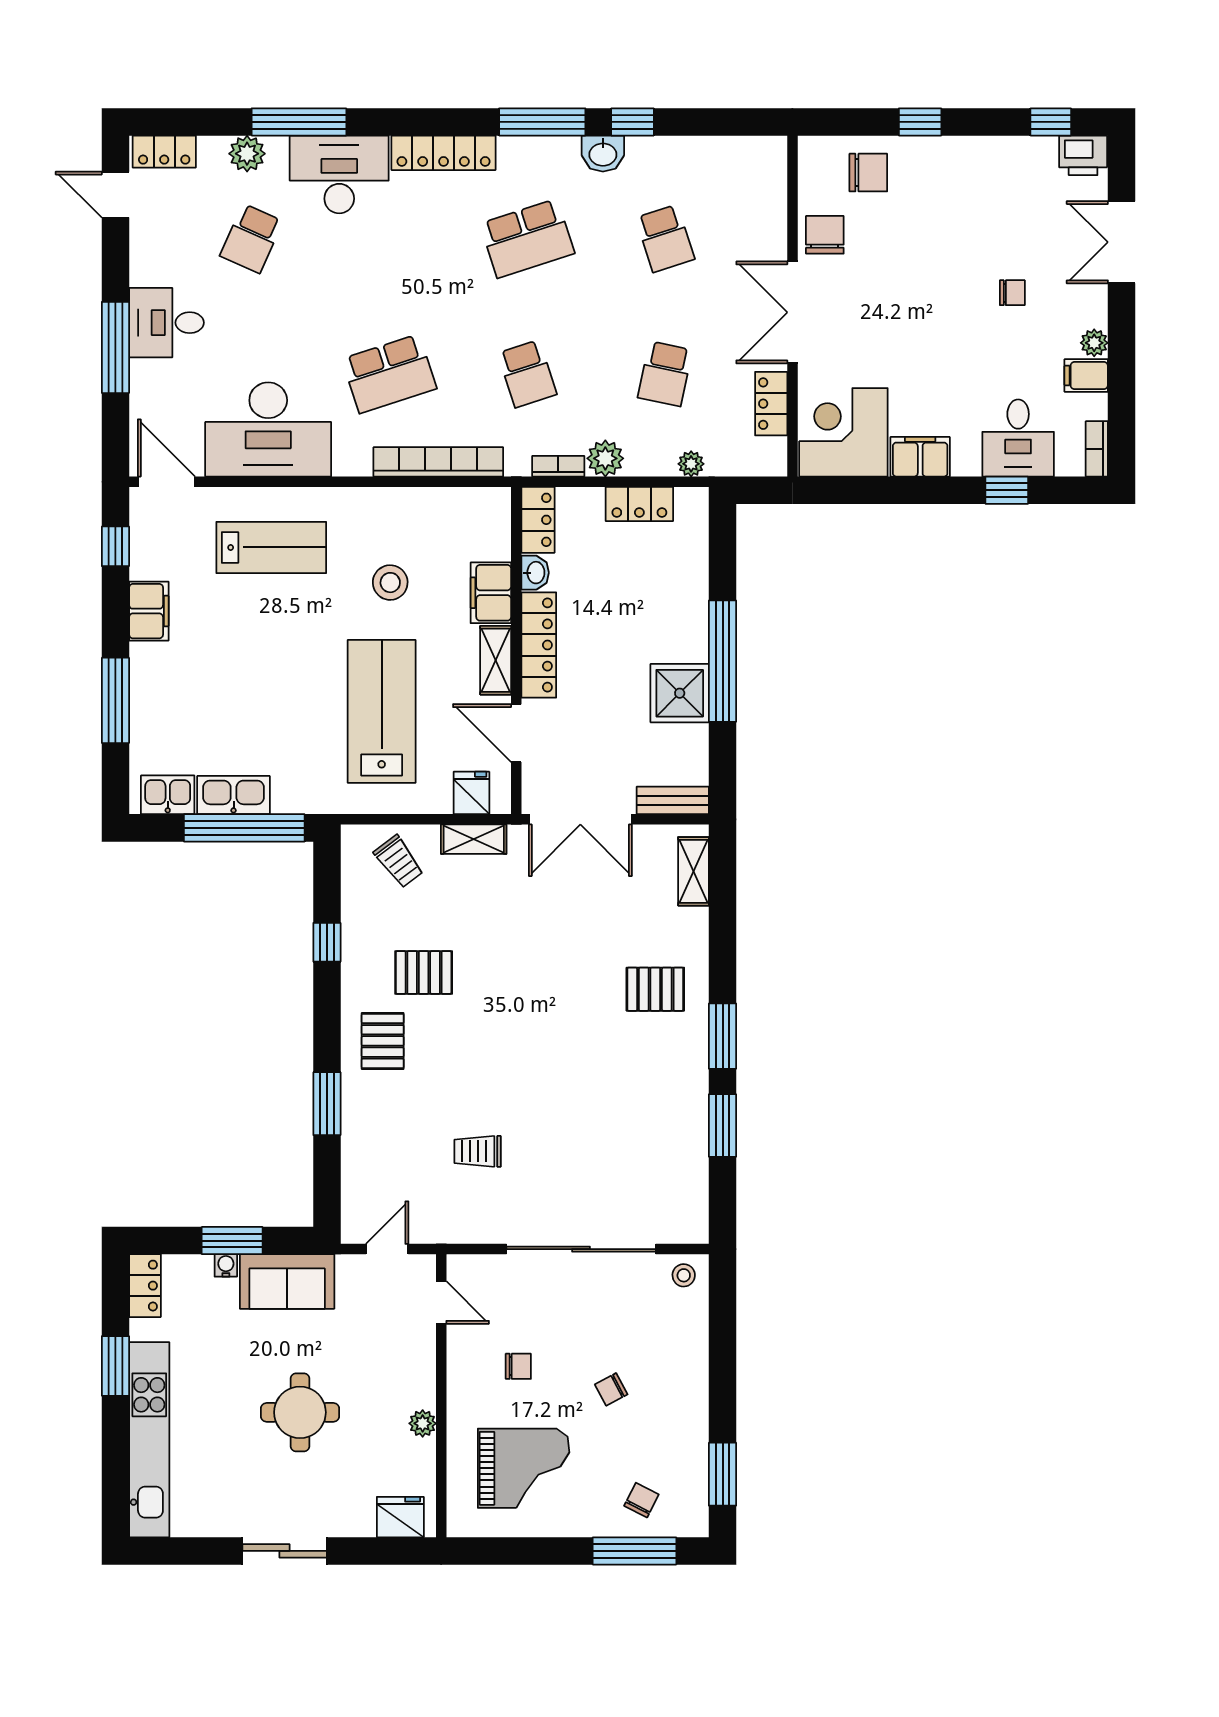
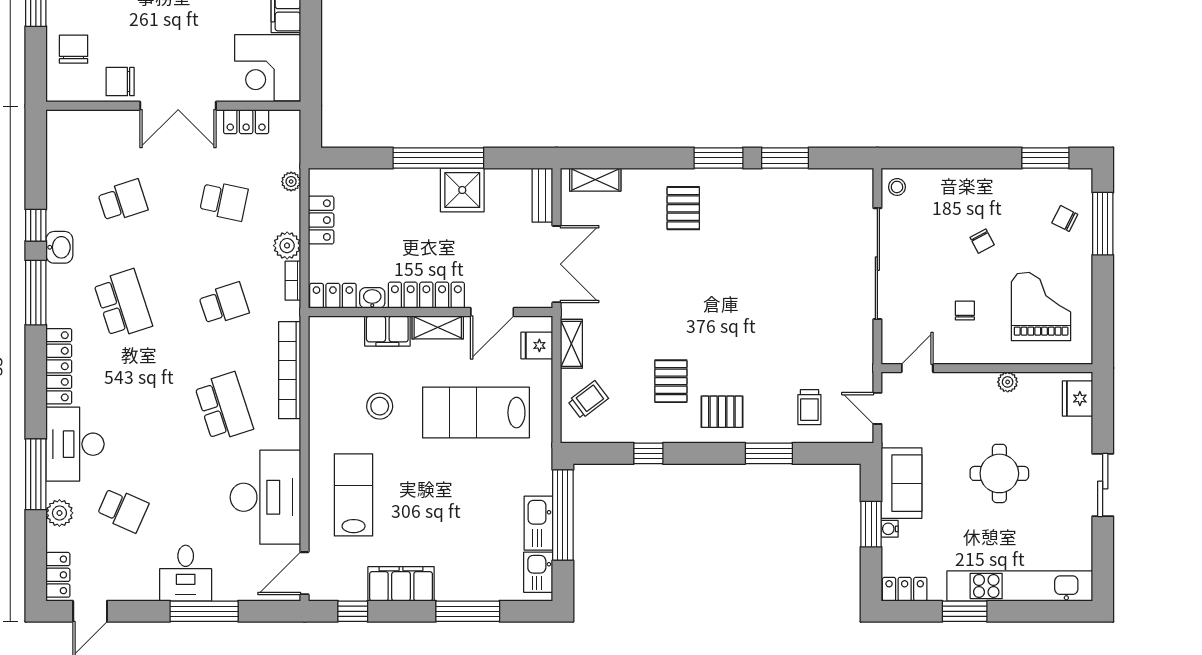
filing cabinet: (149, 611) -> (401, 584), width x1.50, depth x1.17
trolley: (478, 1151) -> (809, 407), moved

